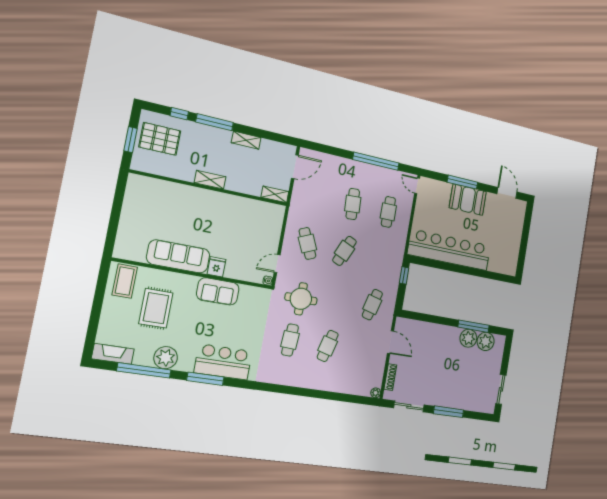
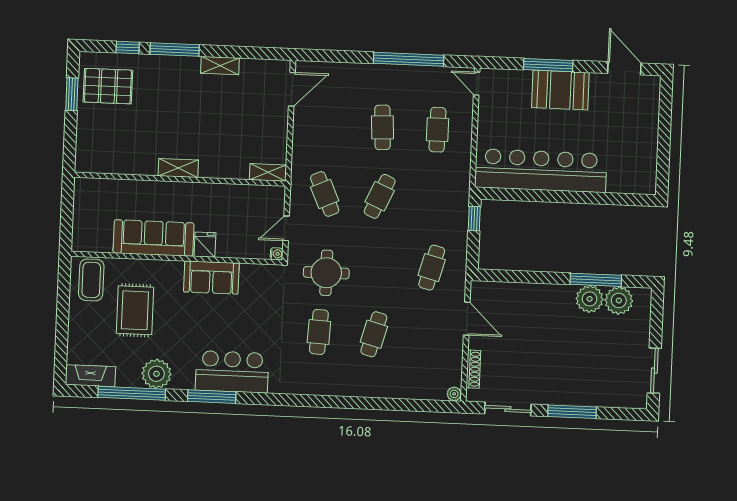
shelving: (210, 180) -> (178, 168), moved
wall: (210, 188) -> (180, 179), moved
shelving: (275, 194) -> (268, 172), moved

